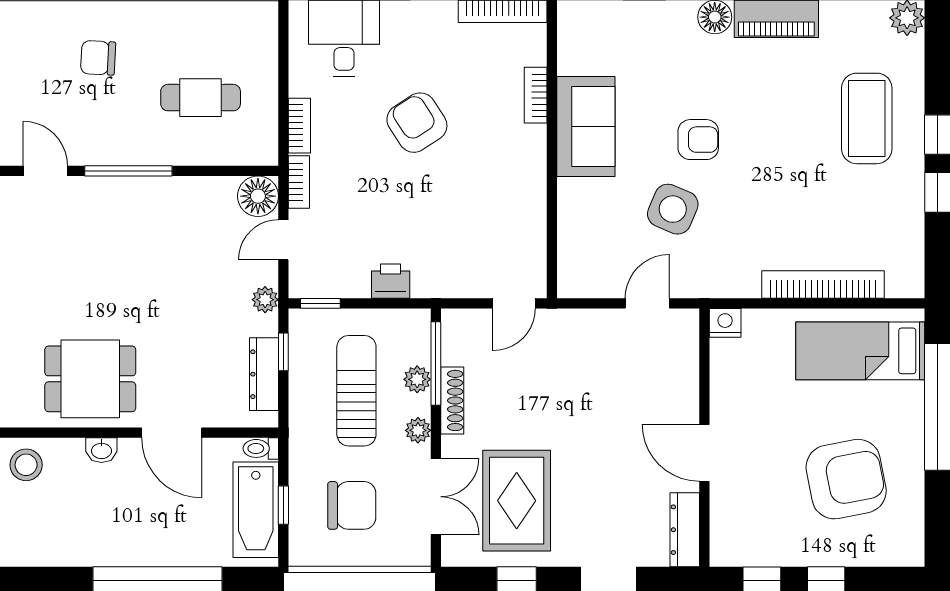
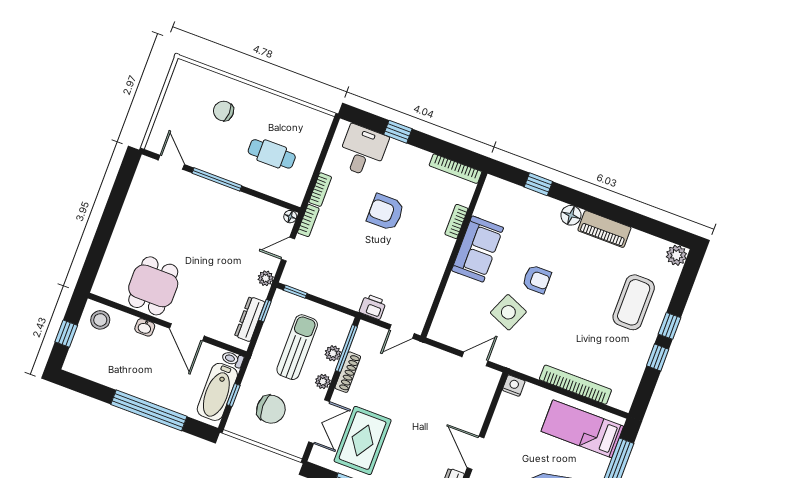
armchair: (417, 123) -> (386, 212), turned -57
floor lamp: (258, 196) -> (290, 217), width x0.53, depth x0.53
printer: (391, 281) -> (373, 307), moved
dining table: (90, 379) -> (153, 286), turned 90

